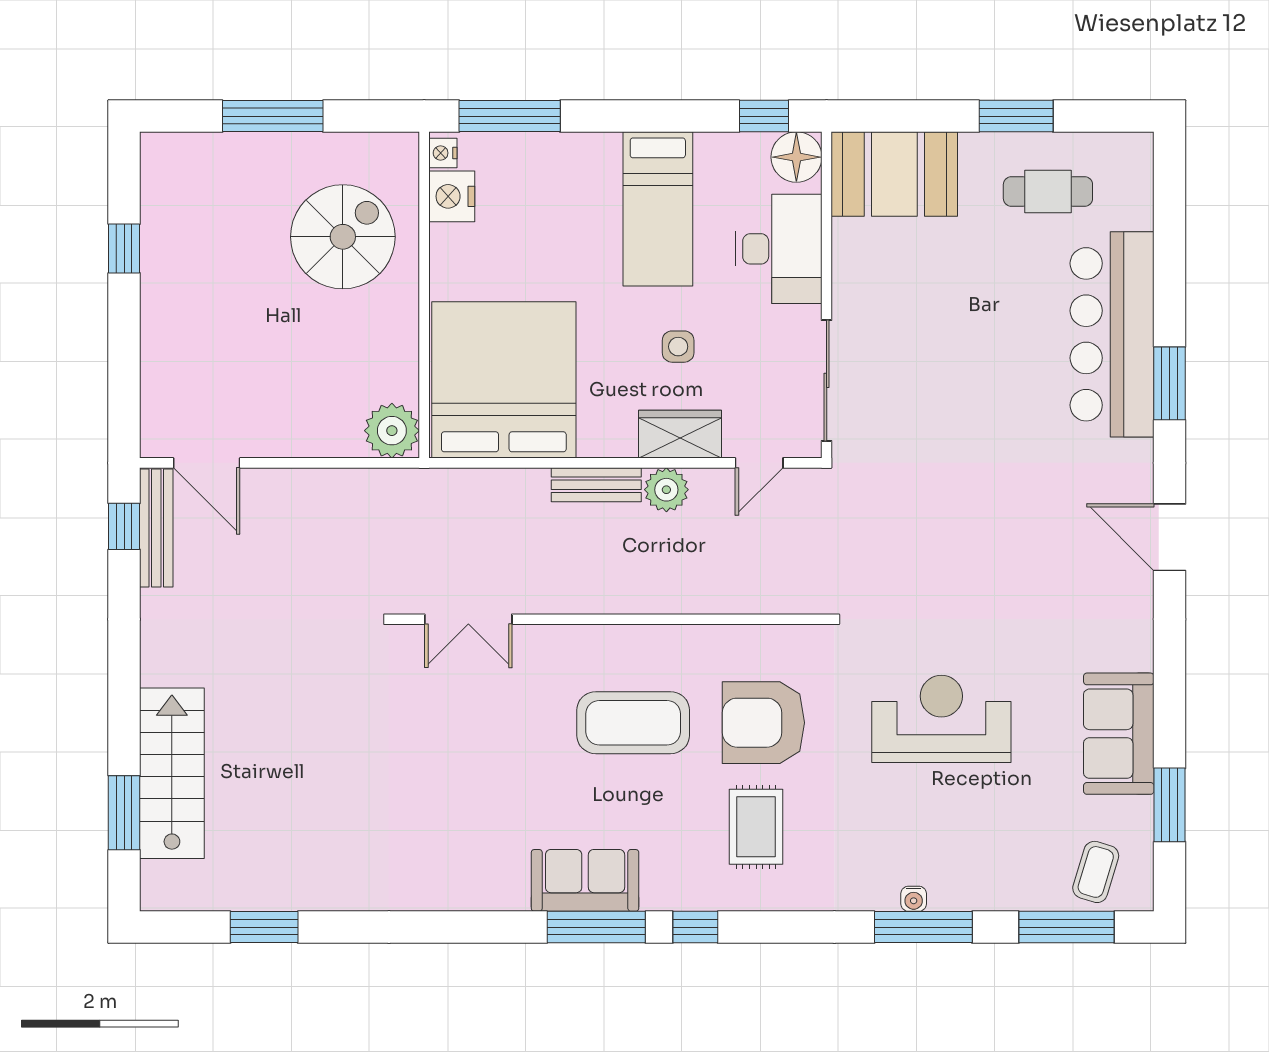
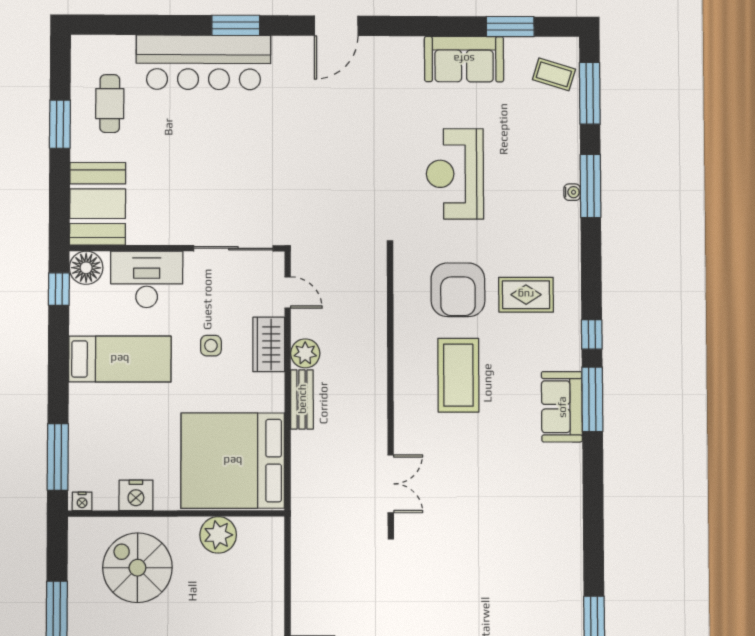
nightstand: (452, 196) -> (136, 495), moved
plant: (392, 431) -> (218, 535), moved

